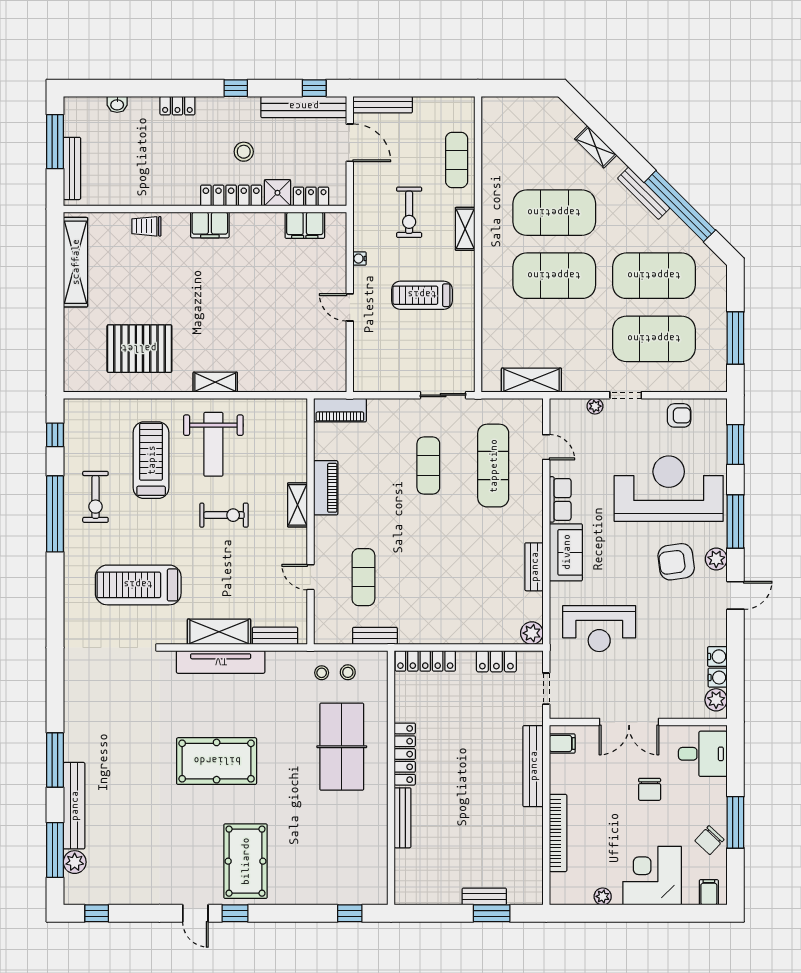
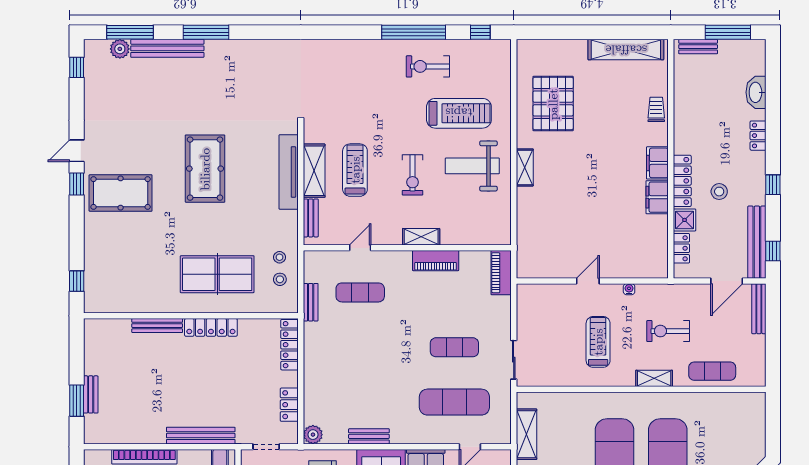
washbasin: (117, 104) -> (756, 92), width x1.91, depth x1.45
bench: (72, 168) -> (698, 47), width x0.73
filing cabinet: (305, 225) -> (657, 197), moved
treadmill: (138, 585) -> (355, 170), moved, width x0.73, depth x0.73

